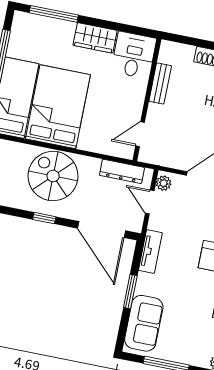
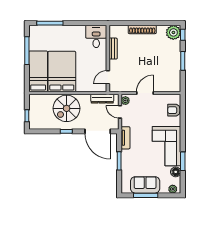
wardrobe: (95, 38) -> (74, 31), removed
spiral stairs: (53, 176) -> (67, 108), turned -90
sofa: (144, 323) -> (145, 185), moved, turned -90

